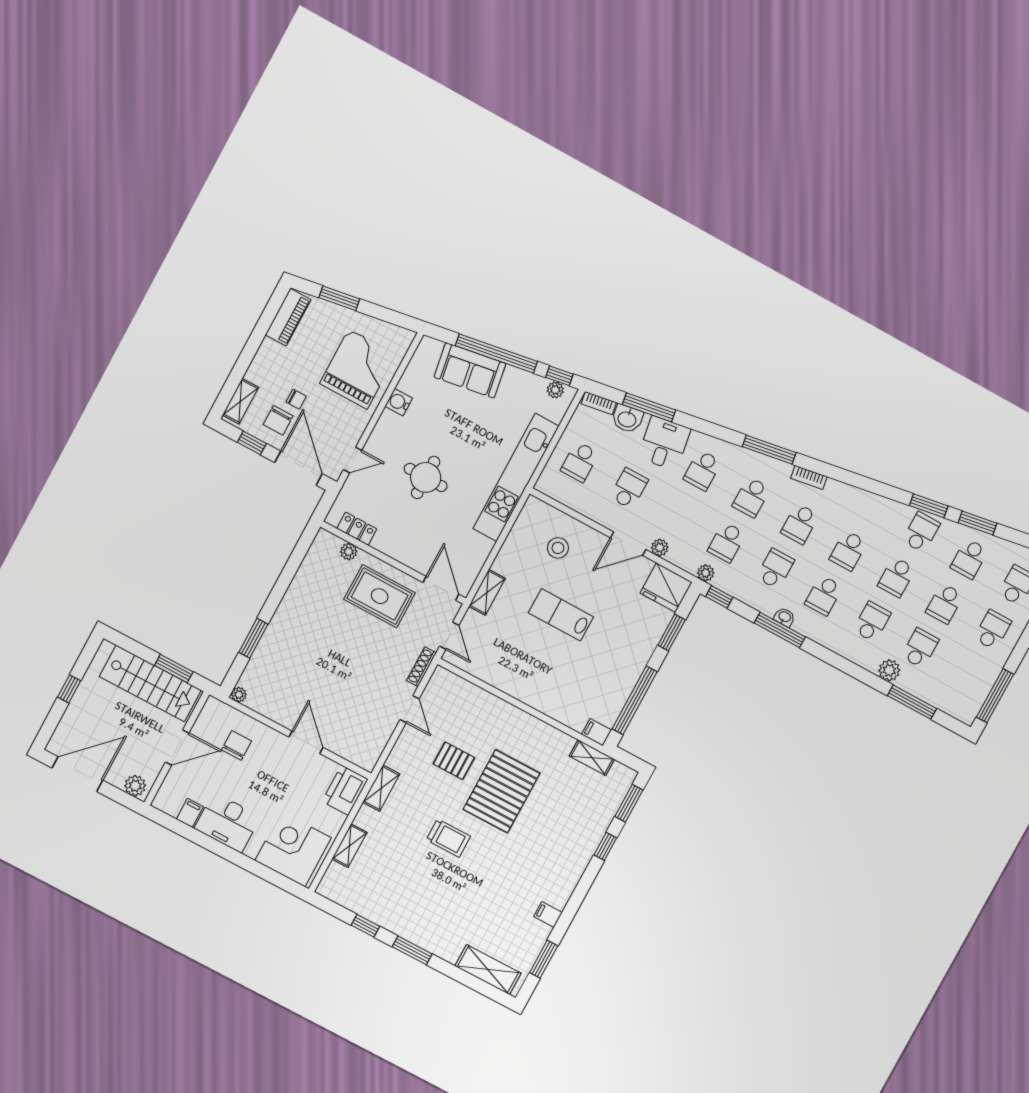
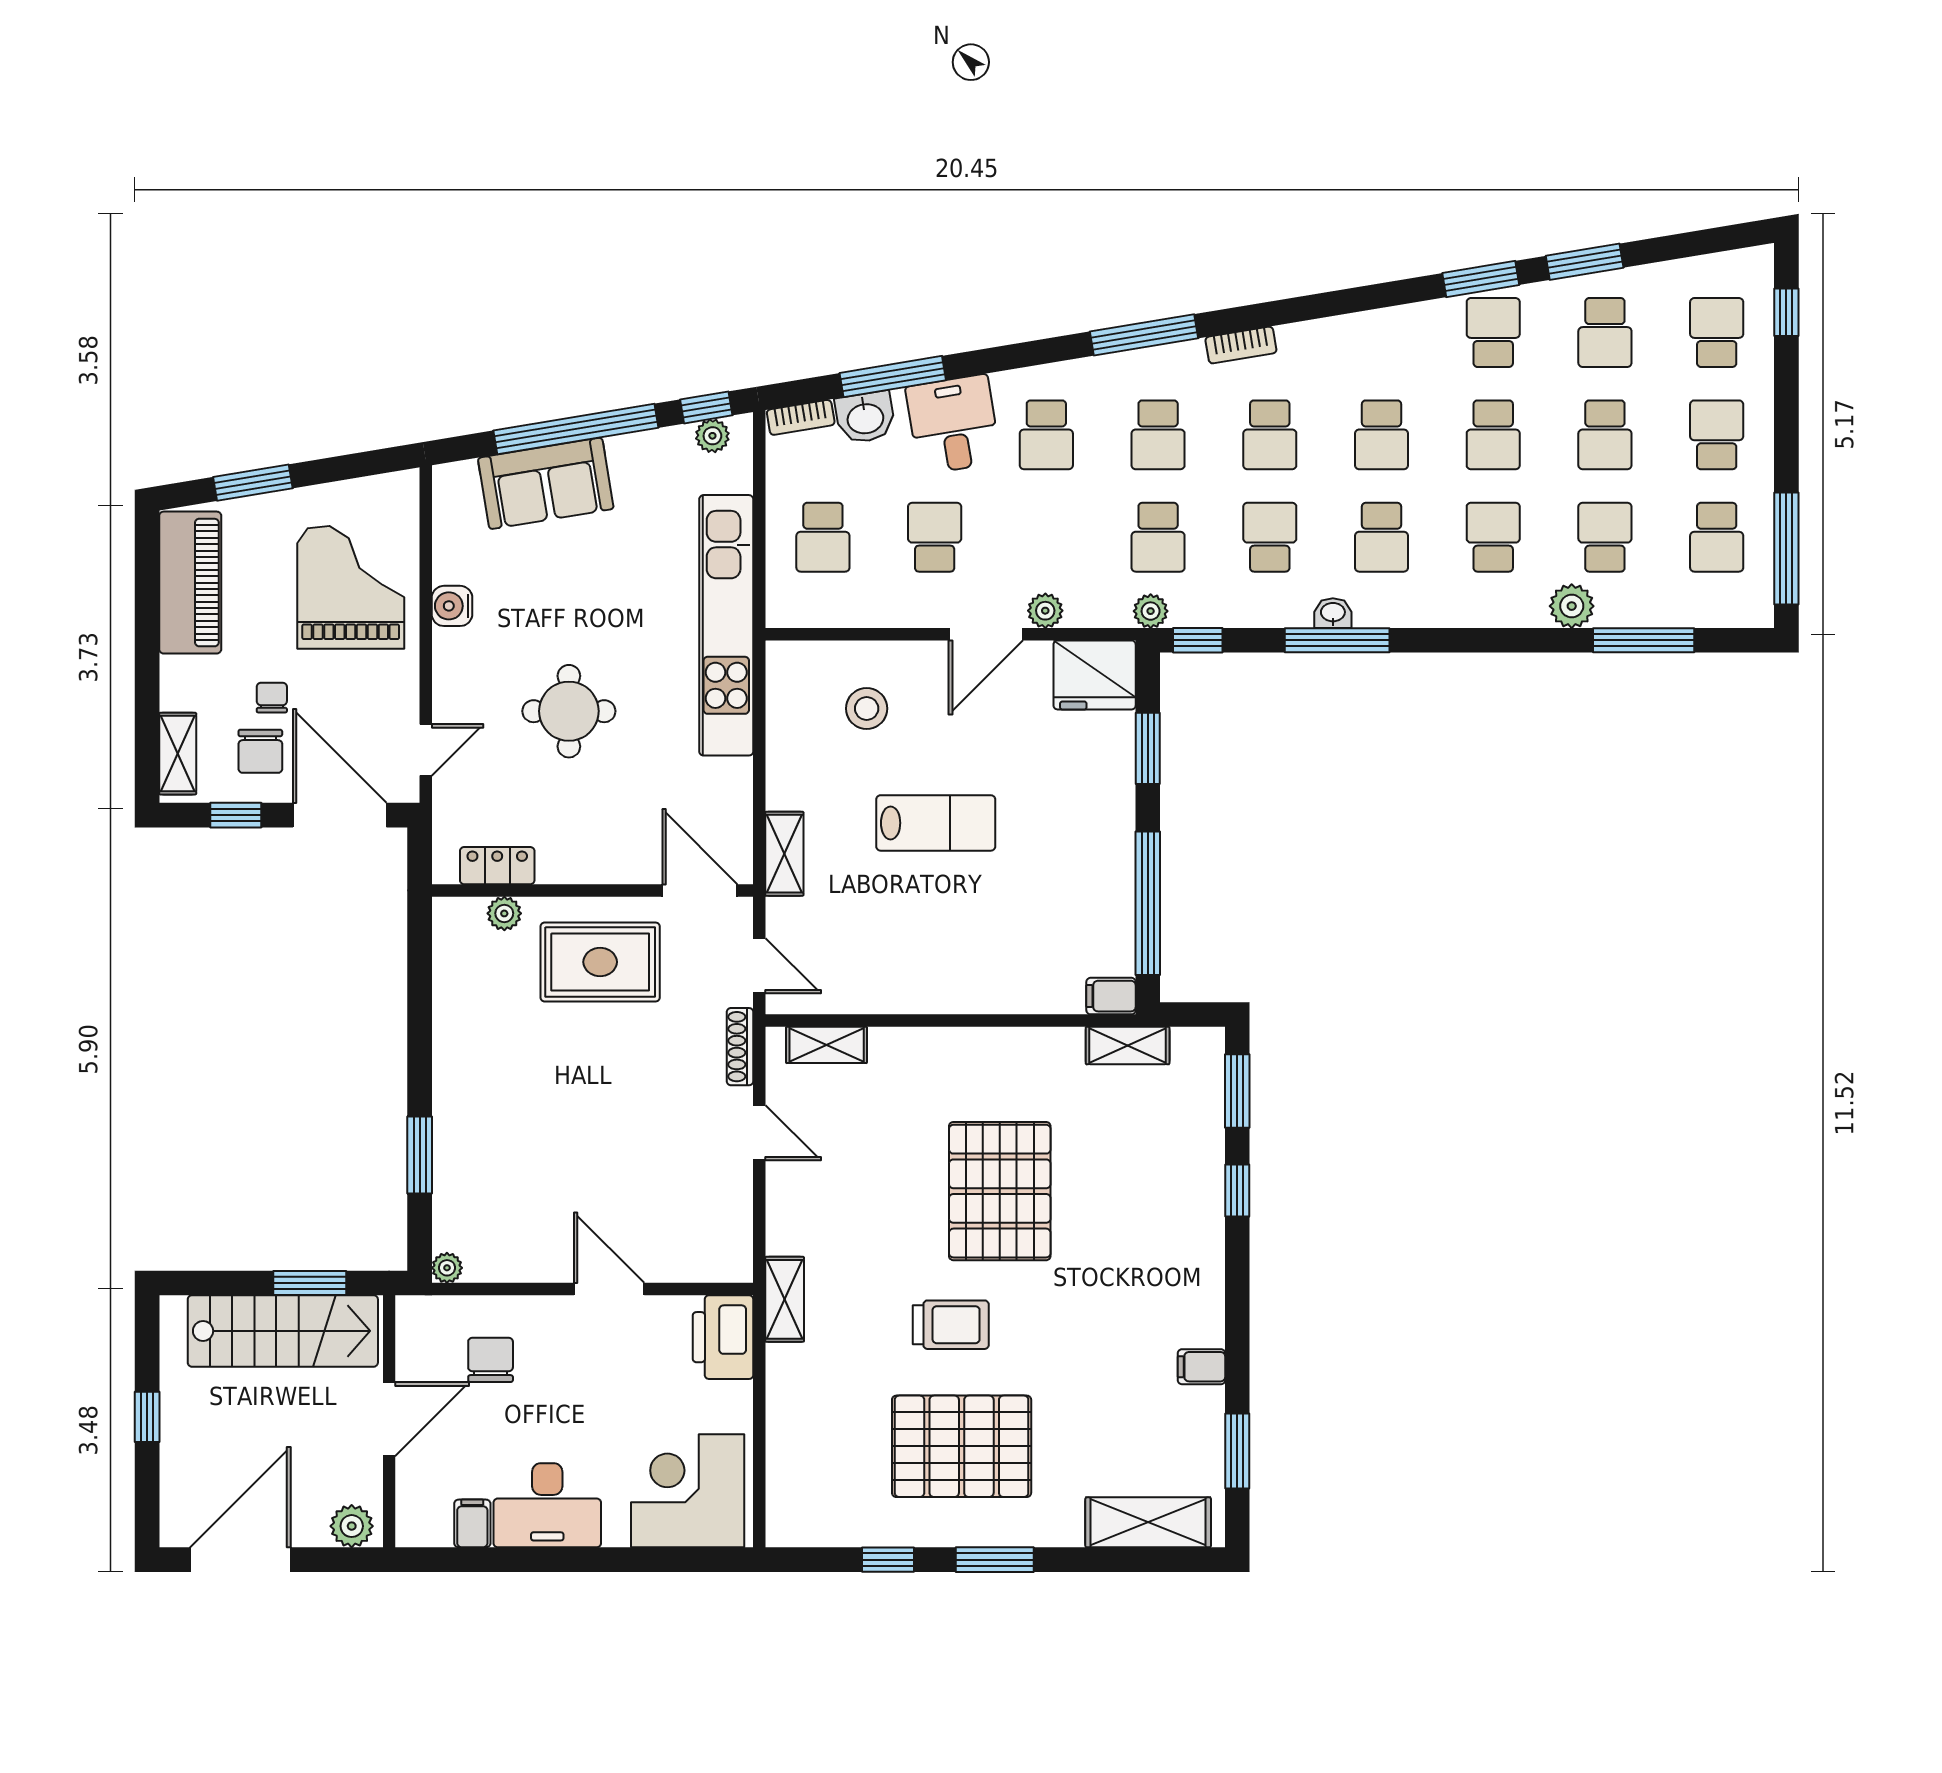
piano: (288, 317) -> (190, 583), width x1.37, depth x1.33
chair: (296, 399) -> (272, 698), turned -90
lab bench: (561, 615) -> (936, 823), turned 180
school desk: (968, 674) -> (1717, 537), added
pallet: (454, 761) -> (962, 1446), moved, width x2.05, depth x2.00
shelving: (349, 846) -> (827, 1045), moved, turned 90

